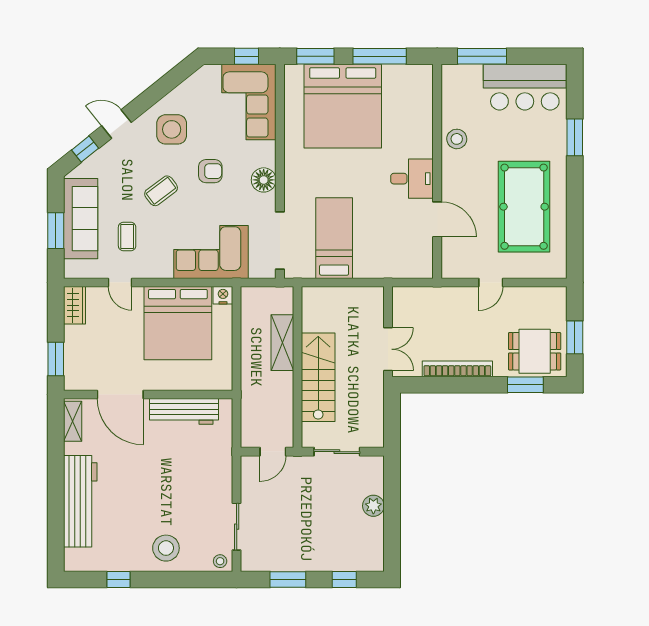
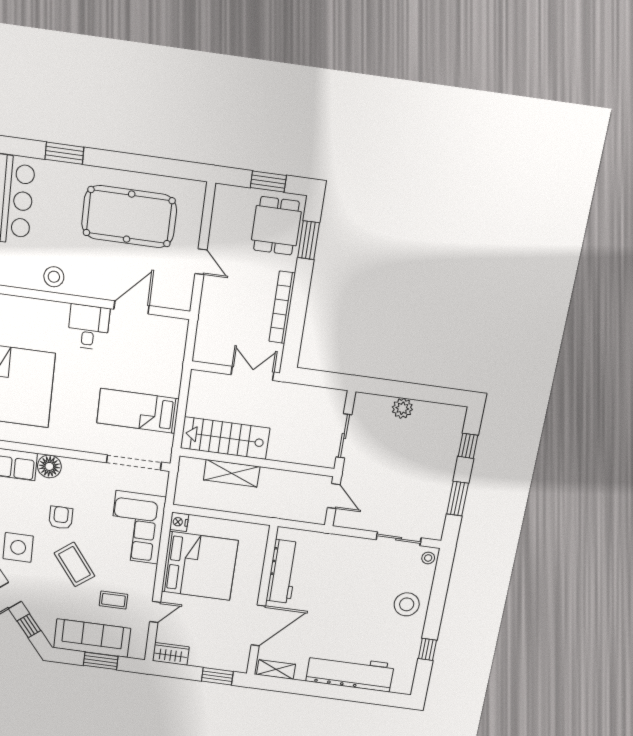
floor lamp: (264, 180) -> (49, 466), moved
coffee table: (161, 191) -> (75, 564), width x1.36, depth x1.30
stairs: (318, 377) -> (225, 438), moved

